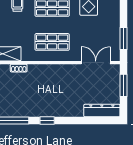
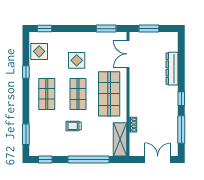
shop shelf: (52, 42) -> (109, 94), width x1.43, depth x1.36
dresser: (102, 111) -> (172, 69), moved

